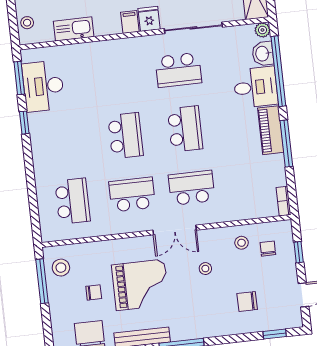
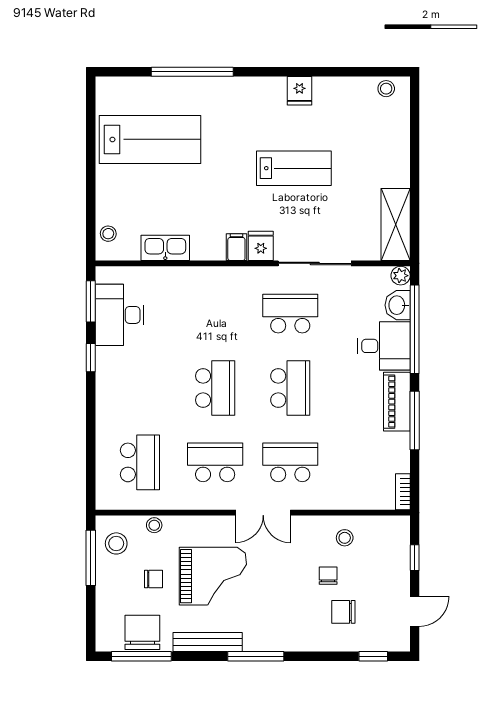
school desk: (178, 70) -> (290, 314), turned 180
chair: (268, 249) -> (328, 576), moved
stool: (205, 269) -> (154, 525), moved

